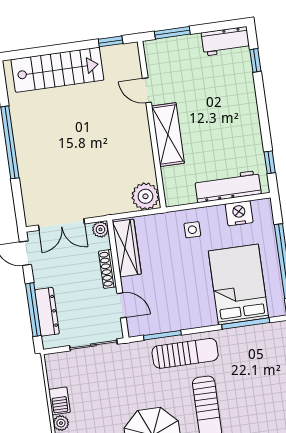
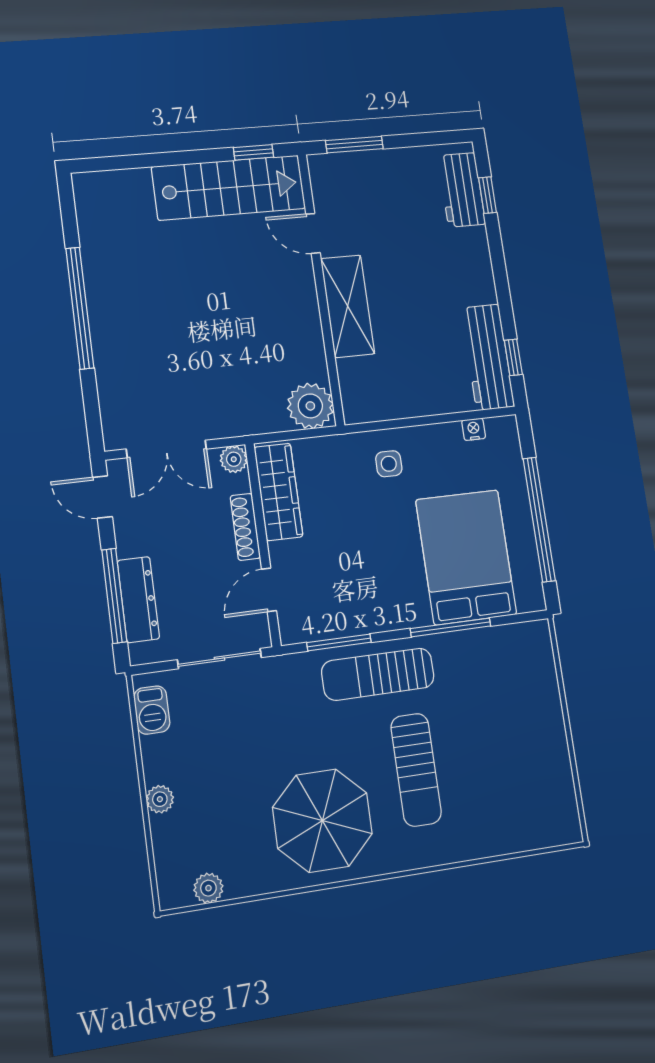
workbench: (225, 41) -> (462, 190), moved, turned 90
stairs: (57, 70) -> (229, 188), moved
workbench: (228, 187) -> (488, 357), moved, turned -90
nightstand: (239, 213) -> (474, 429), width x0.53, depth x0.56
door: (122, 305) -> (269, 590), swing flipped
window: (246, 324) -> (451, 627), moved
sun lounger: (185, 353) -> (378, 674), turned 180
barbecue: (59, 401) -> (152, 710), moved

